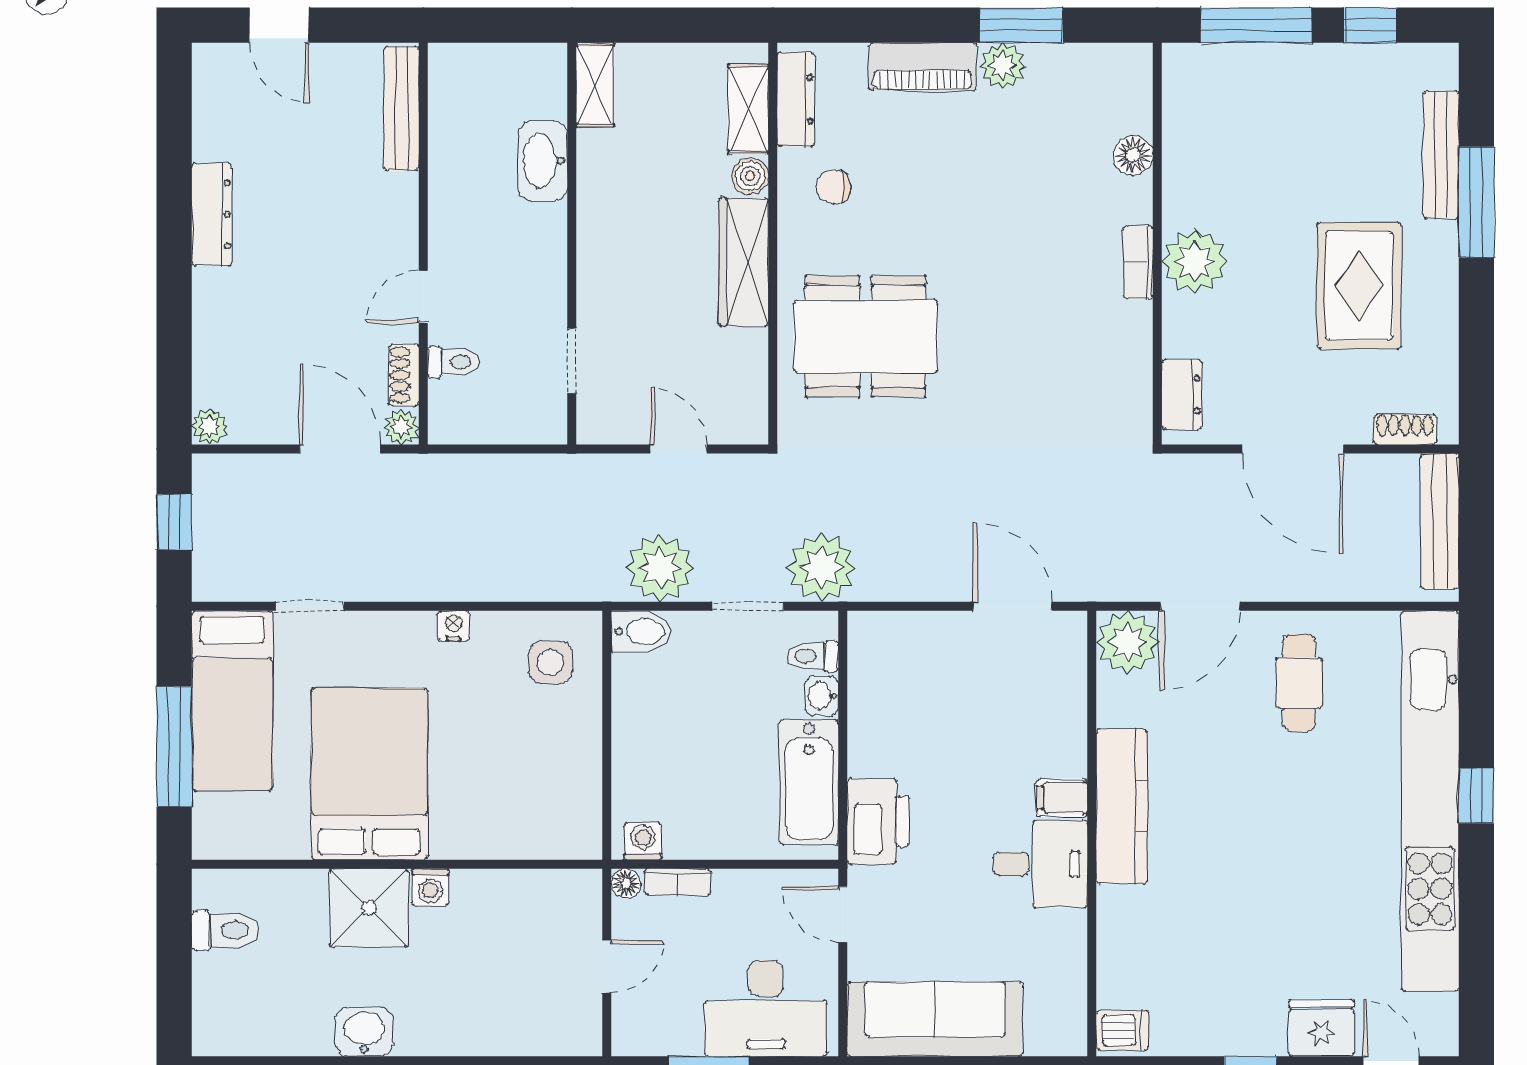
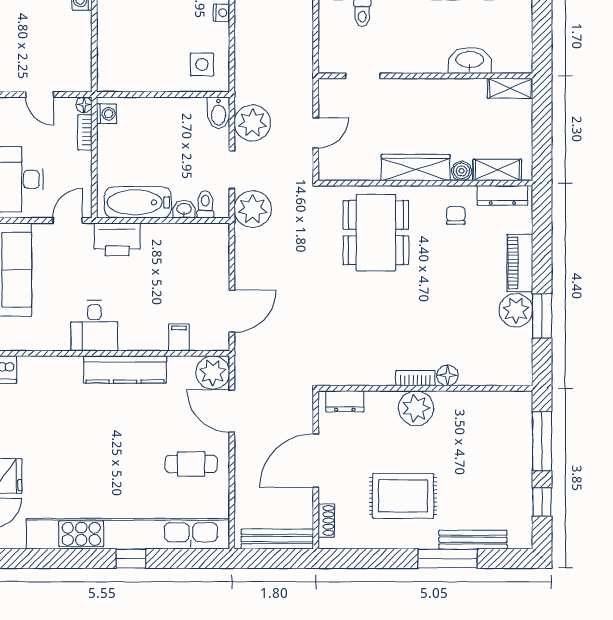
plant: (1003, 66) -> (516, 310), width x1.36, depth x1.36
floor lamp: (1133, 155) -> (448, 375), moved
filing cabinet: (1062, 798) -> (179, 337), moved

